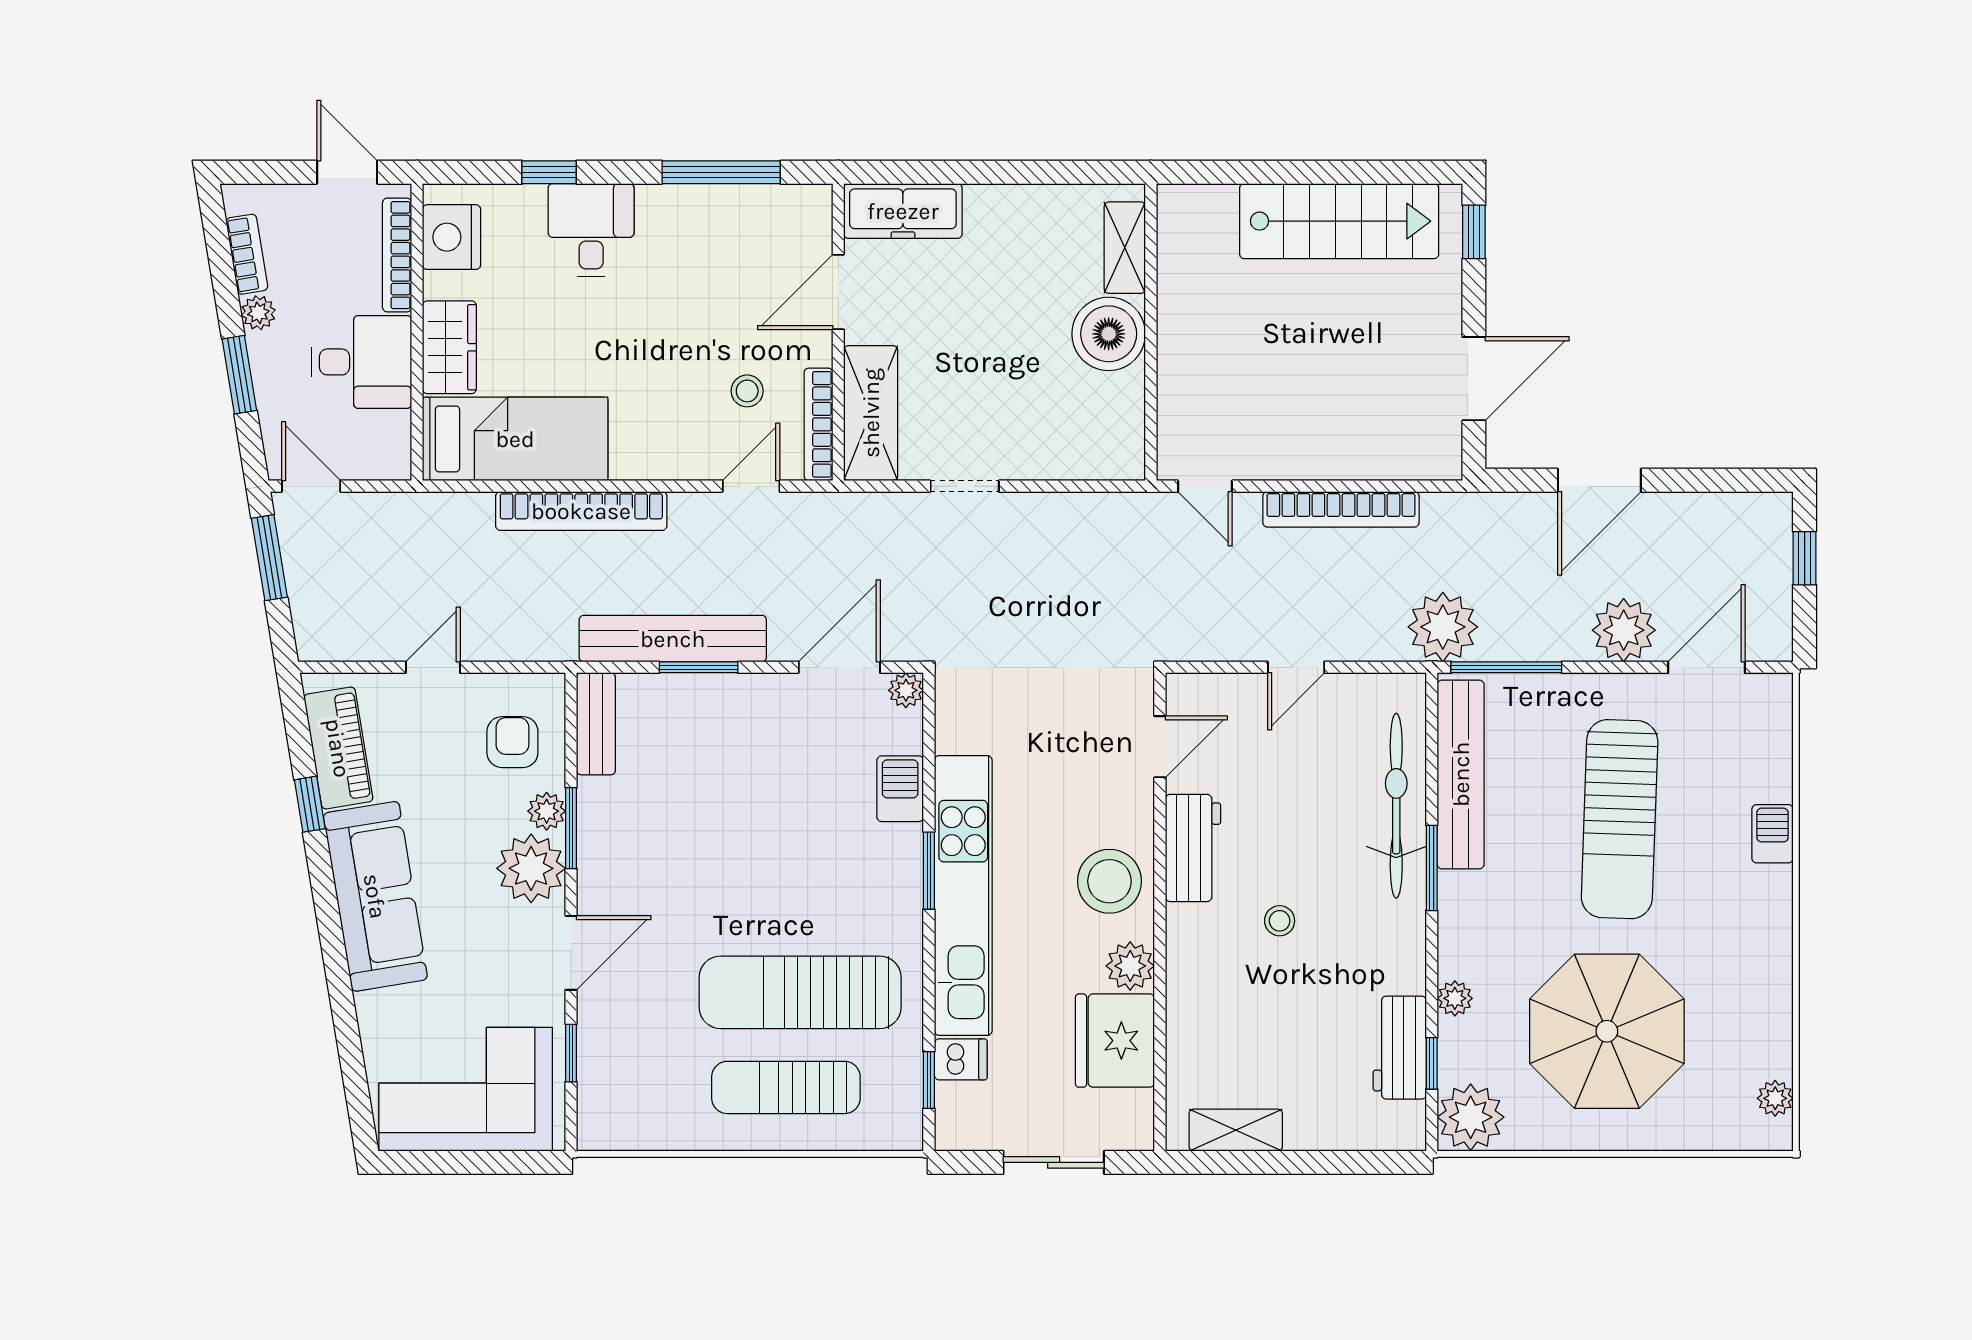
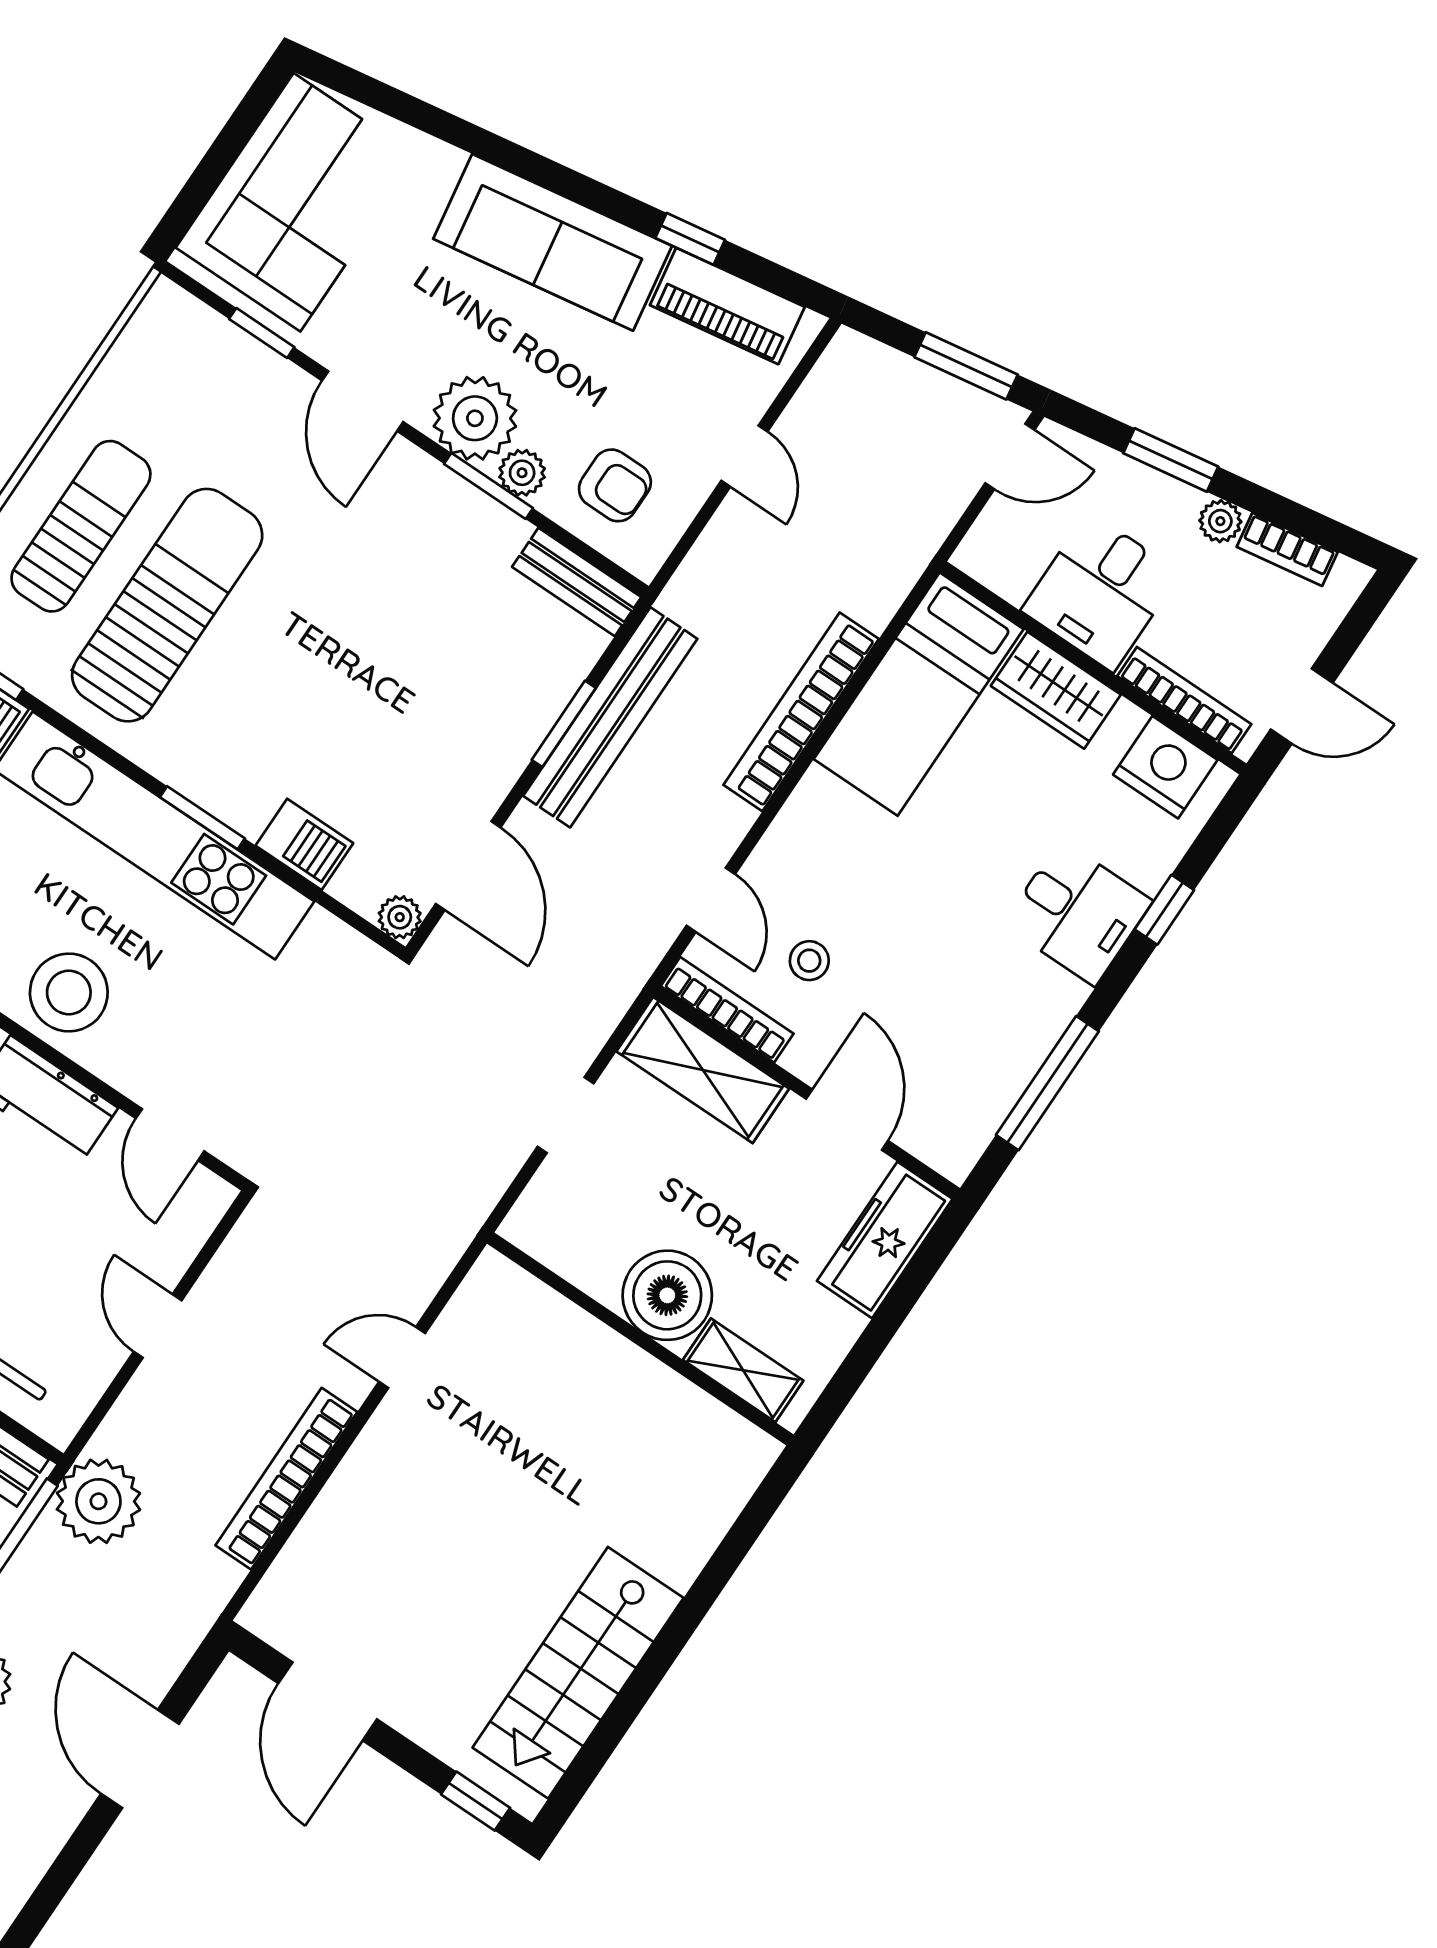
shelving: (1125, 248) -> (743, 1370), moved
wall: (1151, 332) -> (640, 1339), moved
boiler: (1109, 334) -> (667, 1295), moved

